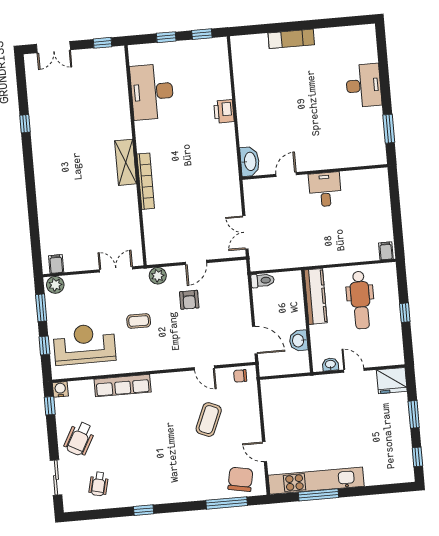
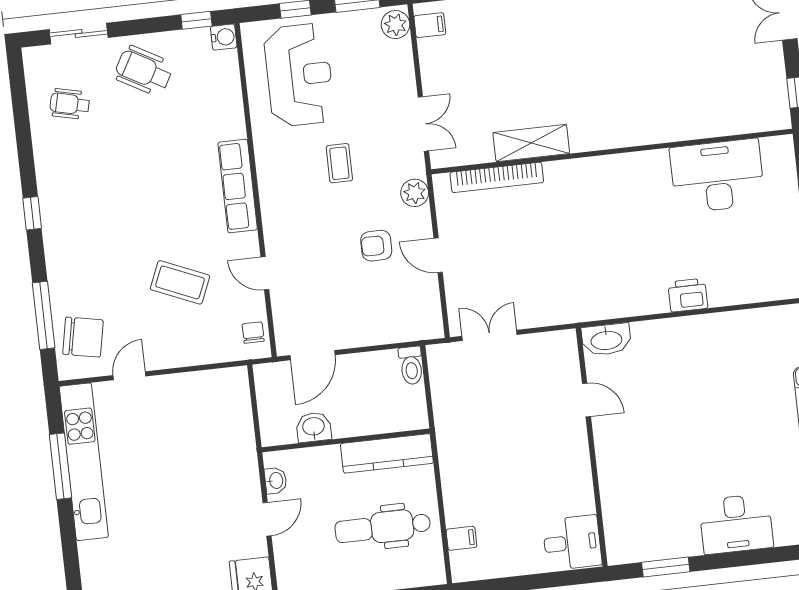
shelving: (126, 162) -> (531, 143), moved
bookcase: (146, 181) -> (497, 177), moved
desk: (325, 189) -> (572, 543), moved
filing cabinet: (386, 251) -> (461, 538), moved
door: (204, 368) -> (265, 273), hinge flipped
row of seats: (123, 386) -> (238, 186), moved
window: (144, 510) -> (32, 213), moved

